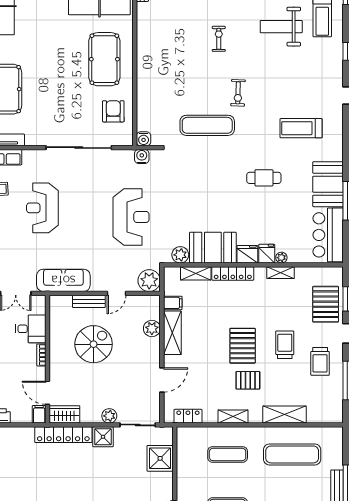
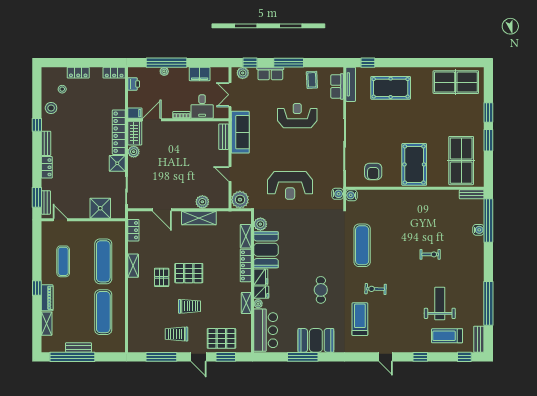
pool table: (104, 59) -> (414, 164), turned 90
exercise bike: (238, 93) -> (376, 289), moved
armchair: (113, 111) -> (373, 171), turned 90
bar counter: (328, 235) -> (266, 330), moved, turned 90
bench: (89, 301) -> (224, 137), moved
filing cabinet: (173, 303) -> (222, 218), removed
spiral stairs: (94, 344) -> (190, 156), removed
shelving: (285, 415) -> (135, 306), removed
plant: (109, 416) -> (134, 152), moved
exercise mat: (228, 454) -> (103, 261), width x1.36, depth x1.45

